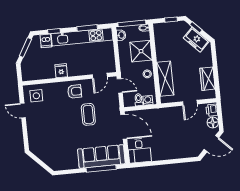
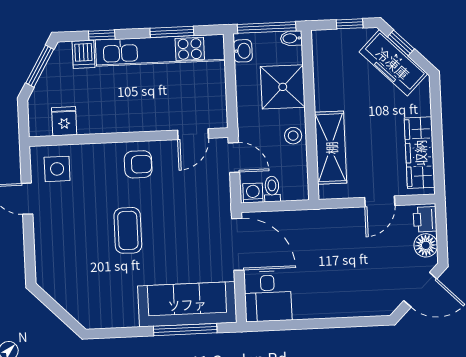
freezer: (196, 40) -> (393, 63), width x1.40
fridge: (61, 71) -> (64, 121), moved
wardrobe: (207, 79) -> (420, 153), width x1.50
washing machine: (148, 100) -> (253, 193), moved
coffee table: (88, 114) -> (128, 230), moved

